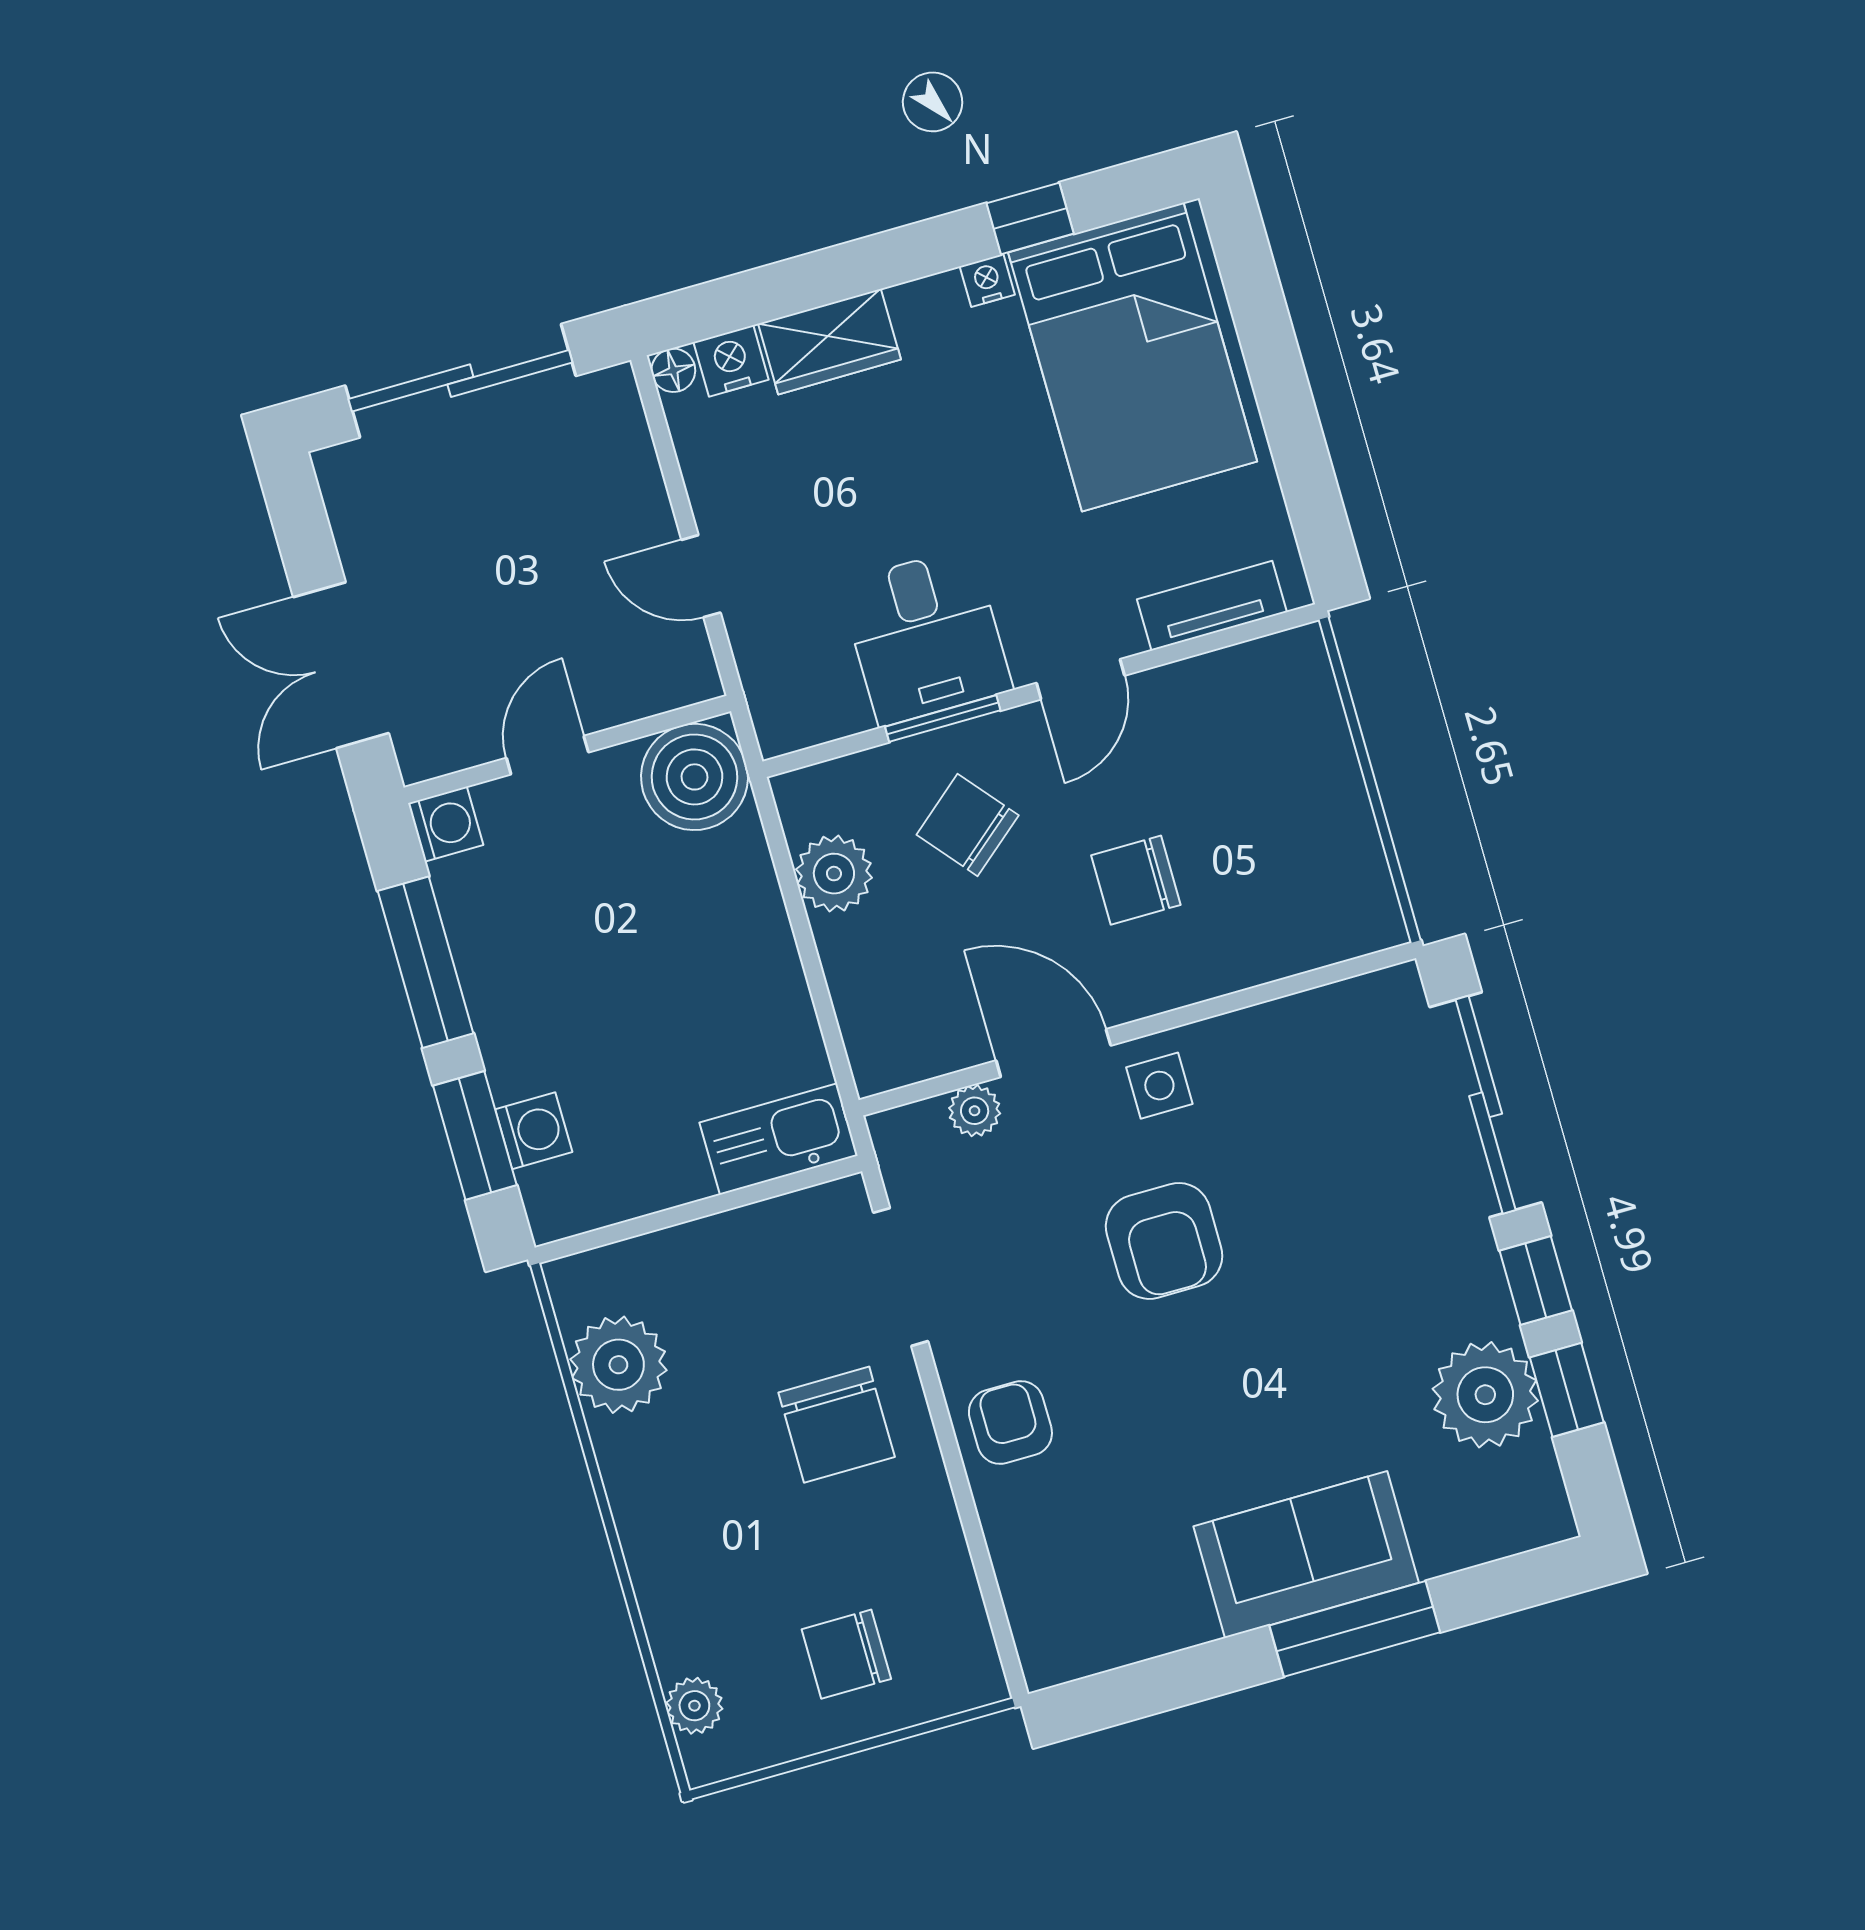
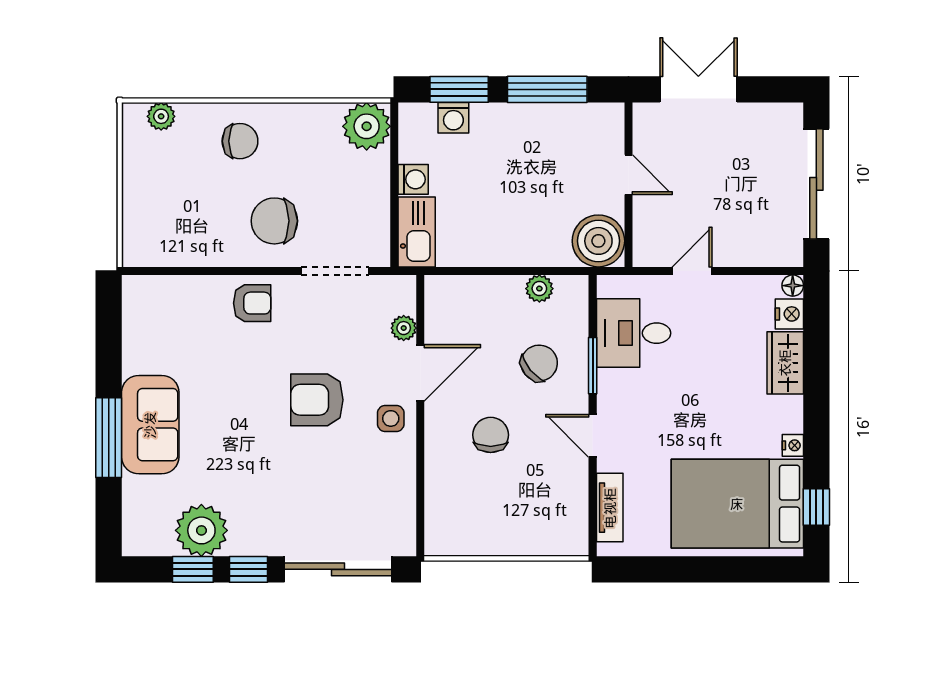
window: (1030, 218) -> (816, 507), moved
desk: (926, 636) -> (634, 333), moved
washing machine: (446, 824) -> (413, 179), moved, turned -90
plant: (834, 874) -> (539, 289), width x0.73, depth x0.73
plant: (618, 1365) -> (367, 126), moved
chair: (846, 1654) -> (240, 141), moved, turned 90

